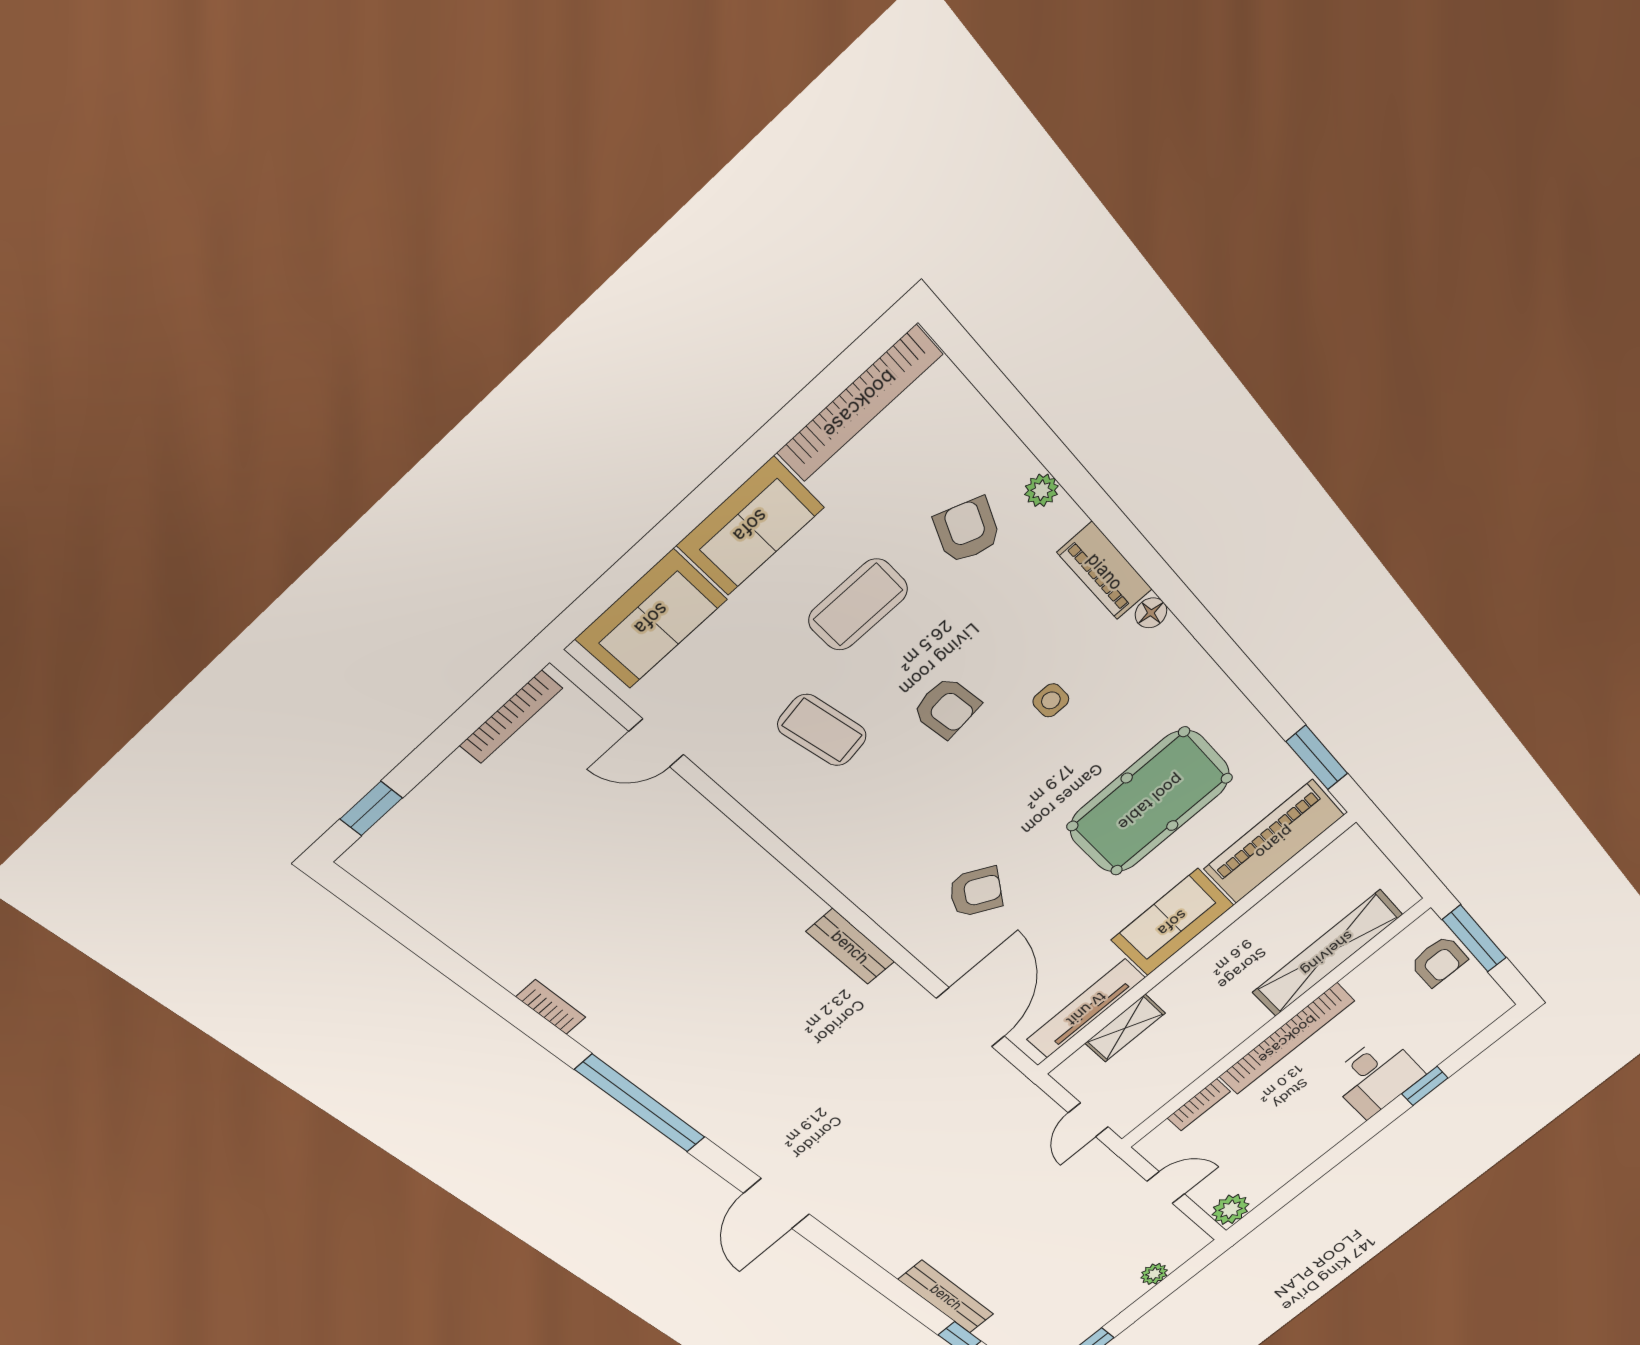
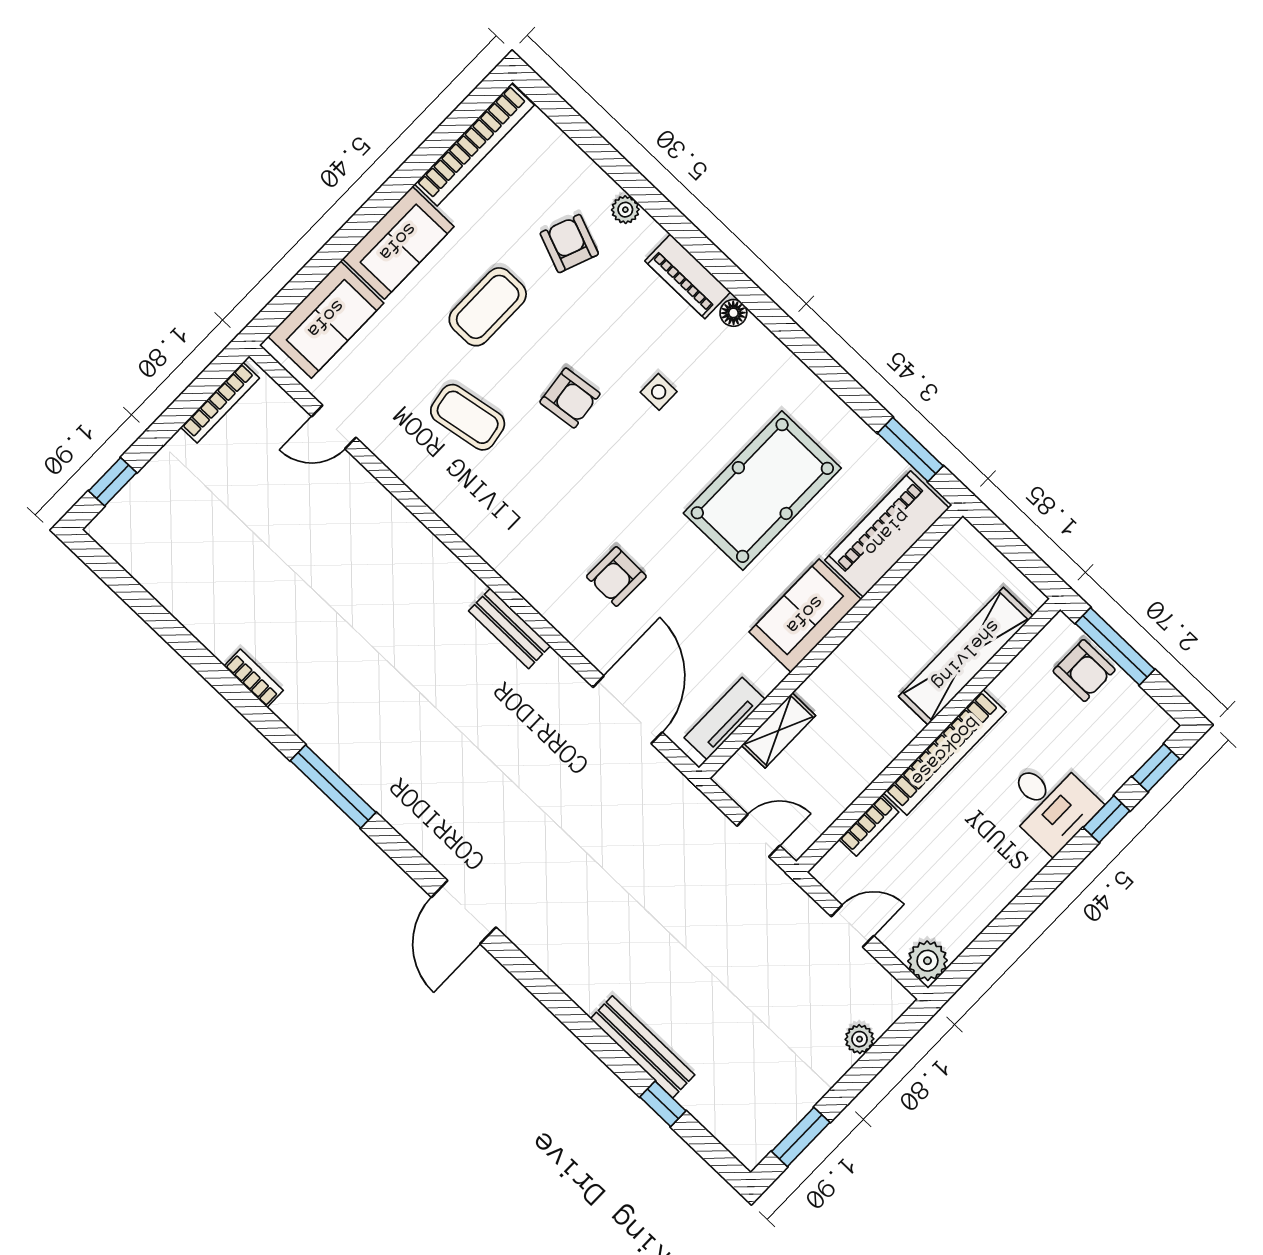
armchair: (976, 892) -> (616, 576), turned 150
tv unit: (1086, 1009) -> (725, 719), width x0.71
window: (1482, 1041) -> (1156, 768), added
window: (641, 1104) -> (333, 787), width x0.68
door: (1088, 1120) -> (758, 836), swing flipped

